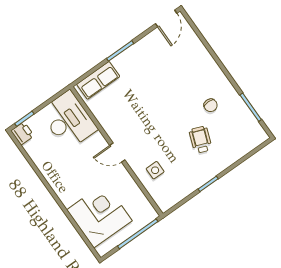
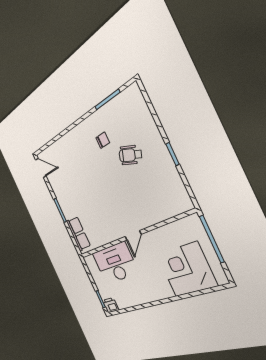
desk: (68, 120) -> (115, 263), moved
side table: (155, 170) -> (152, 205), removed

